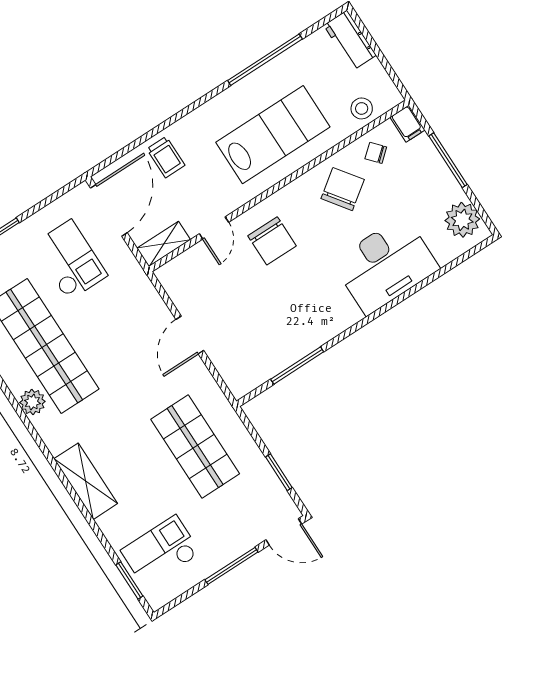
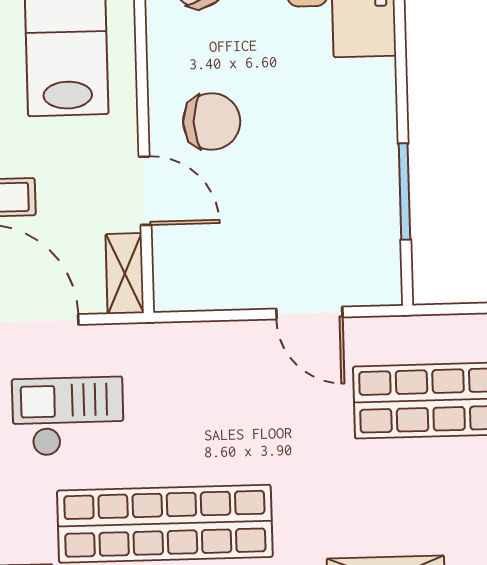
door: (214, 228) -> (145, 191), width x1.37
door: (190, 335) -> (309, 313), moved

